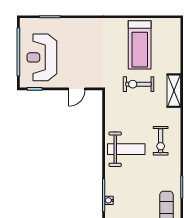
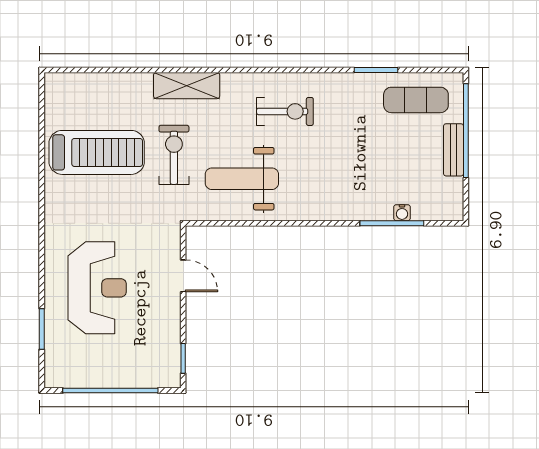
reception desk: (42, 57) -> (97, 288), moved, turned -90
exercise bike: (138, 84) -> (174, 155), turned 180
weight bench: (126, 149) -> (242, 179), moved, turned -90

